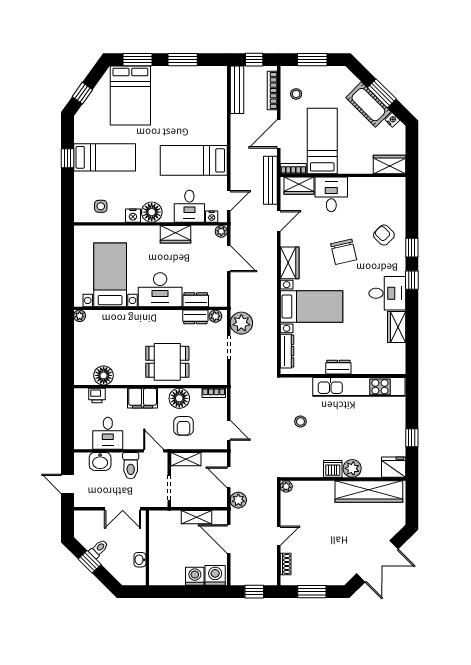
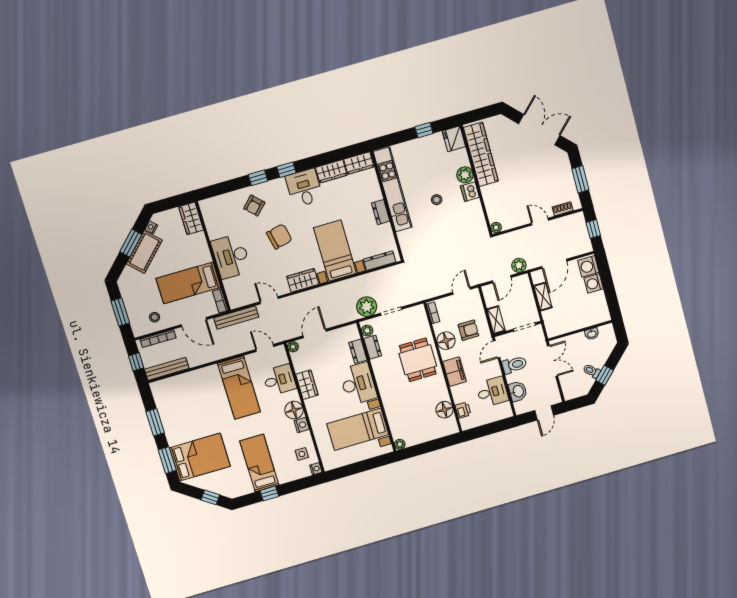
wardrobe: (299, 186) -> (359, 163), moved, turned 90
desk: (331, 194) -> (231, 256), width x1.37
nightstand: (212, 217) -> (316, 469), moved
stool: (300, 422) -> (437, 200), moved

